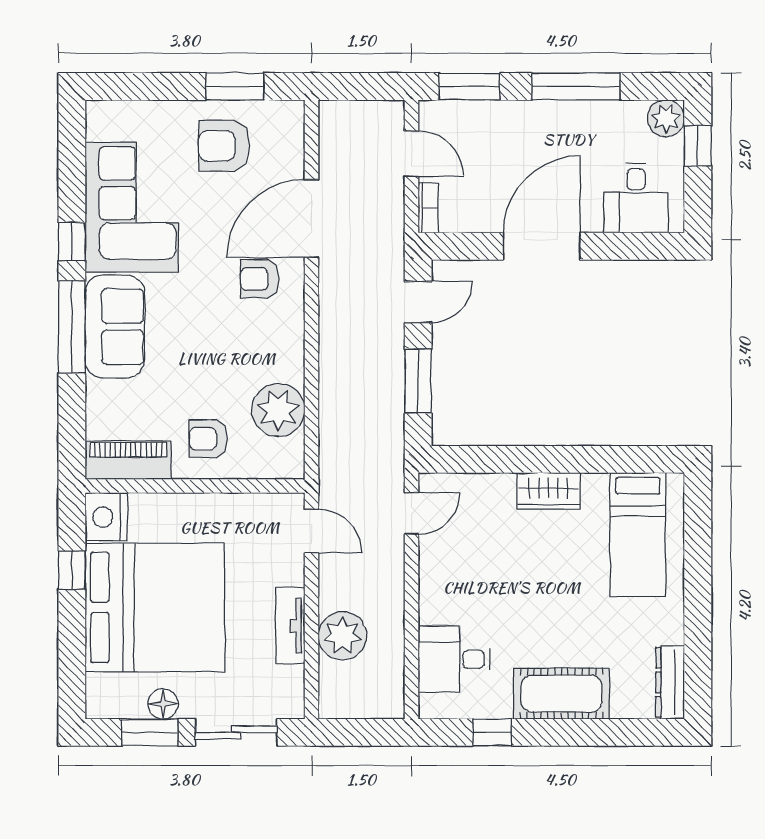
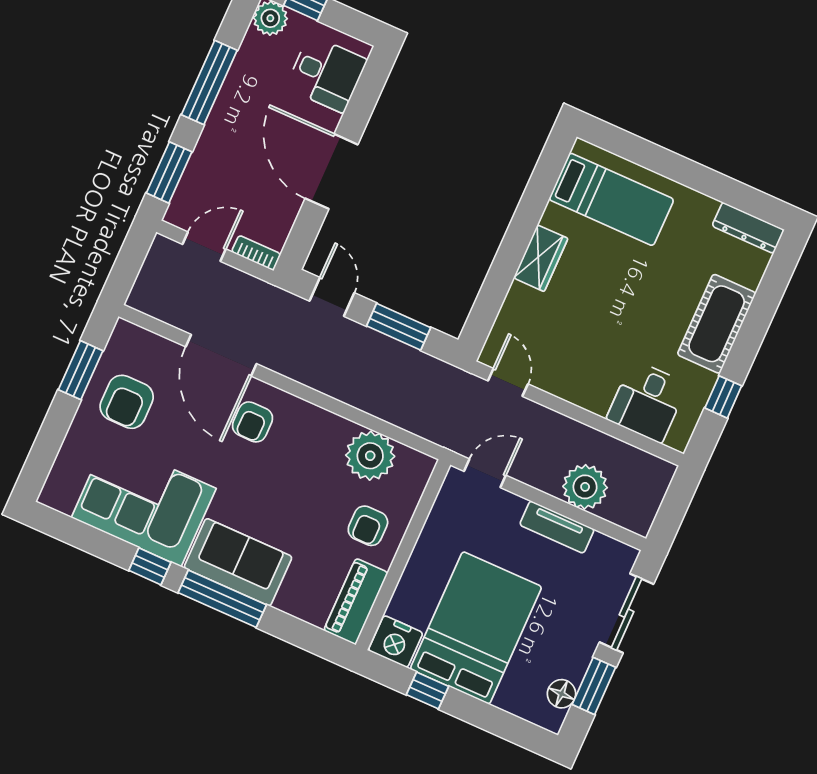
bed: (155, 607) -> (476, 628), width x0.73
floor lamp: (163, 704) -> (561, 694), moved

